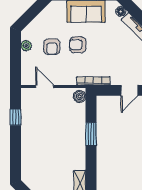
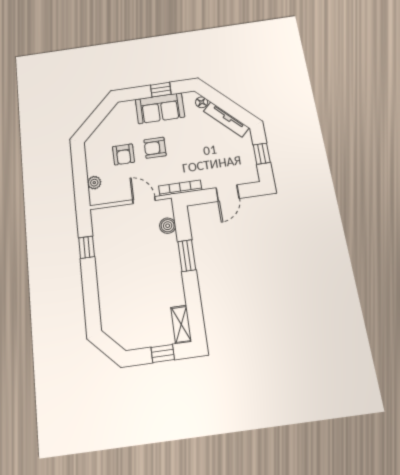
plant: (26, 46) -> (94, 183), moved
door: (45, 86) -> (144, 200), moved
boiler: (80, 96) -> (168, 226), moved

